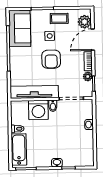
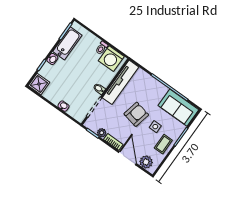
armchair: (51, 59) -> (136, 114), turned 102
washing machine: (38, 110) -> (111, 59), moved, turned -90
bathtub: (19, 149) -> (67, 43), moved, turned -90
shower: (86, 158) -> (39, 84), added

